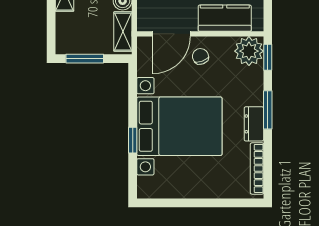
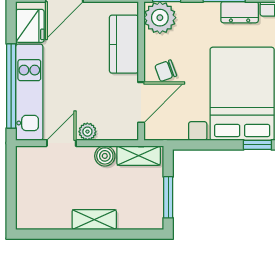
door: (171, 34) -> (141, 102), hinge flipped

